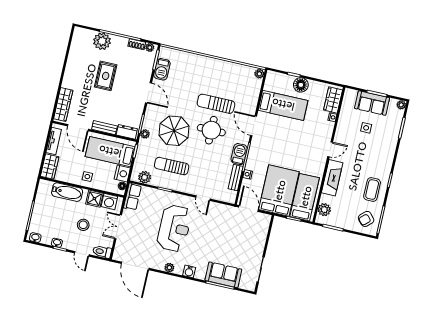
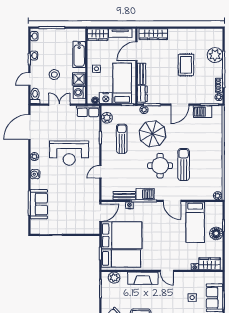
rug: (106, 76) -> (186, 65), turned 90
door: (253, 126) -> (172, 201), swing flipped

